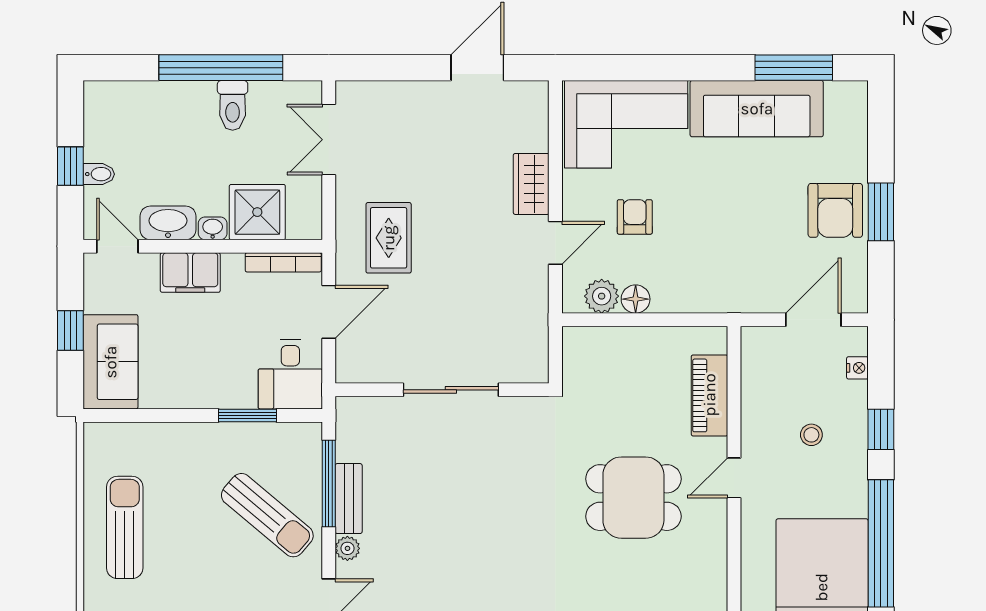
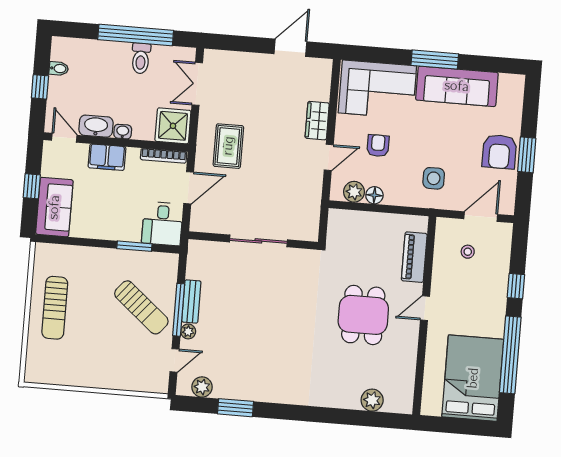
window: (794, 68) -> (435, 60), moved
bidet: (99, 174) -> (59, 68), moved
shower: (257, 212) -> (173, 126), moved
side table: (731, 263) -> (434, 178), added
nightstand: (857, 368) -> (505, 248), removed
stool: (811, 435) -> (468, 252), moved
window: (329, 484) -> (179, 310), moved
dining table: (633, 498) -> (363, 315), turned 90
sun lounger: (125, 527) -> (55, 308), turned 180

